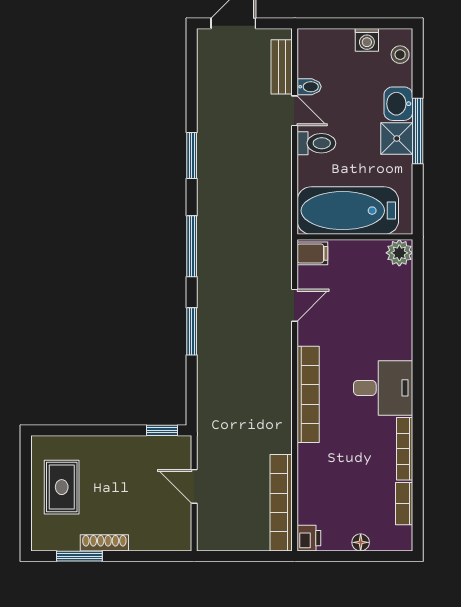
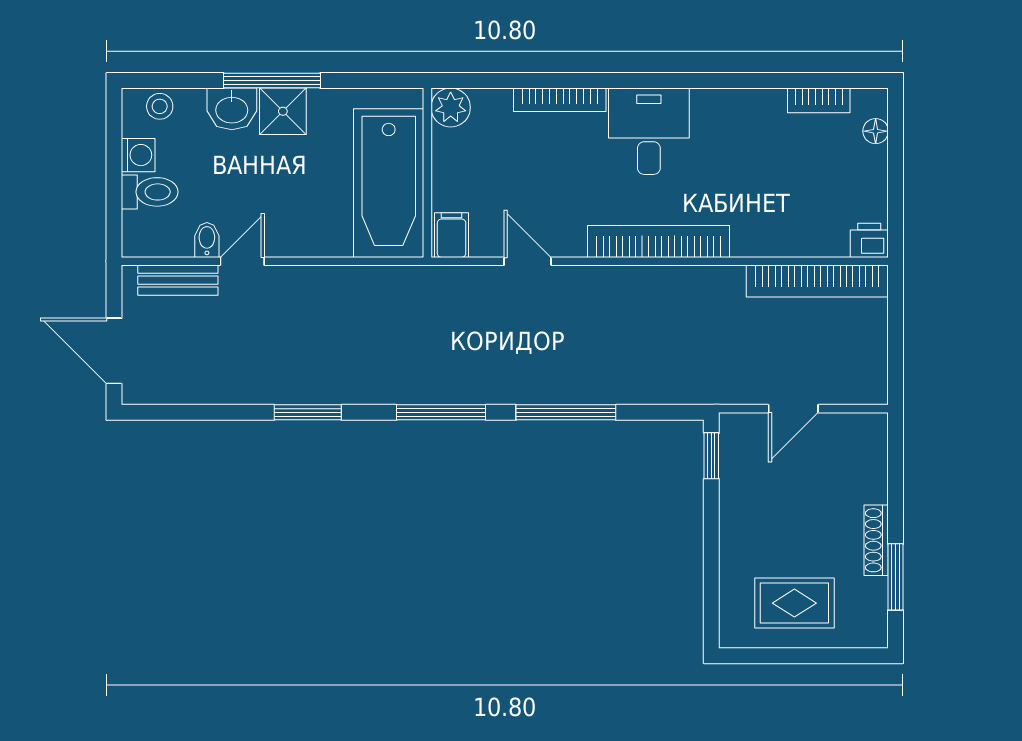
toilet: (316, 143) -> (150, 192), moved, turned 90
window: (192, 331) -> (566, 412), width x1.44
bookcase: (405, 449) -> (560, 100), moved
floor lamp: (361, 542) -> (876, 131), moved

